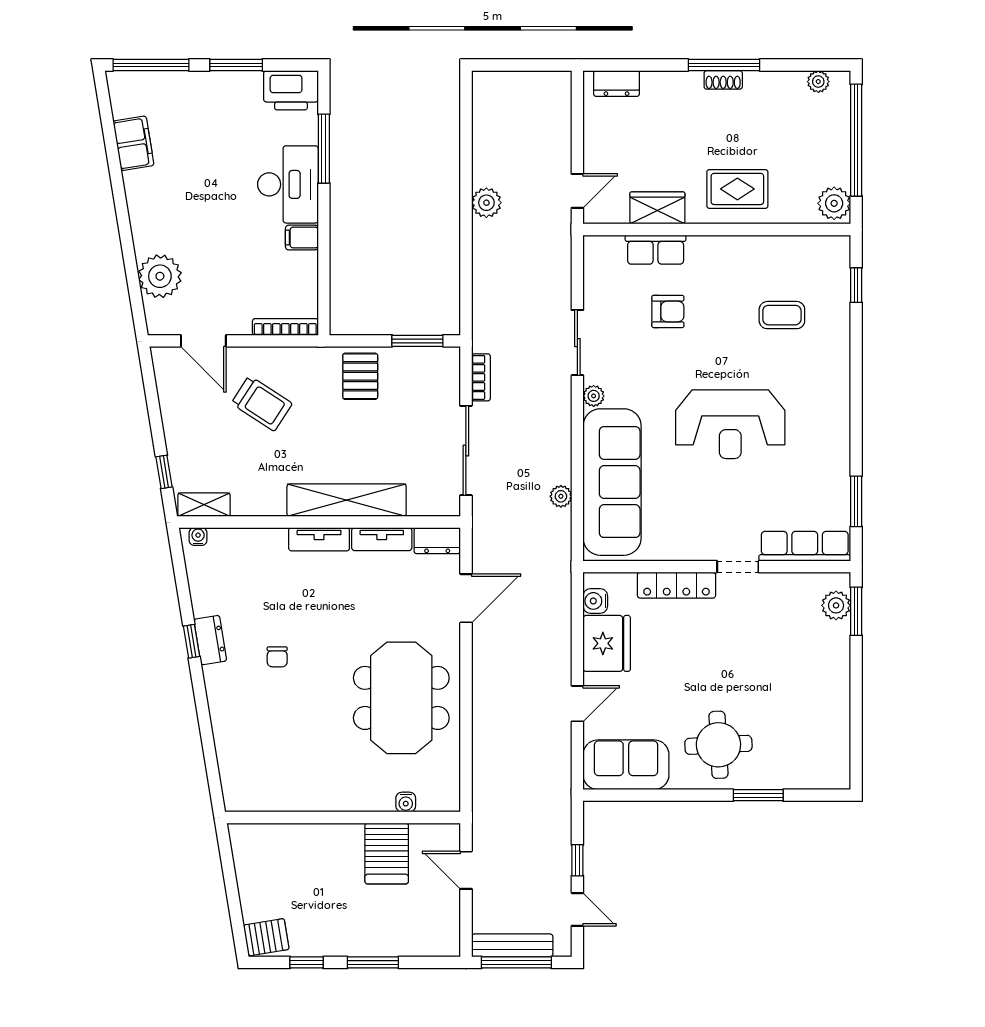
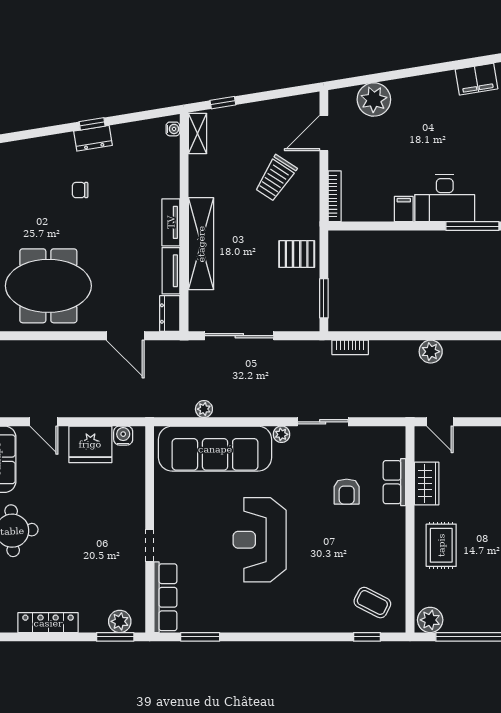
coffee table: (782, 315) -> (372, 603), moved, turned -63
bookcase: (481, 377) -> (350, 347), moved
locker: (676, 585) -> (48, 623), moved, turned 90

